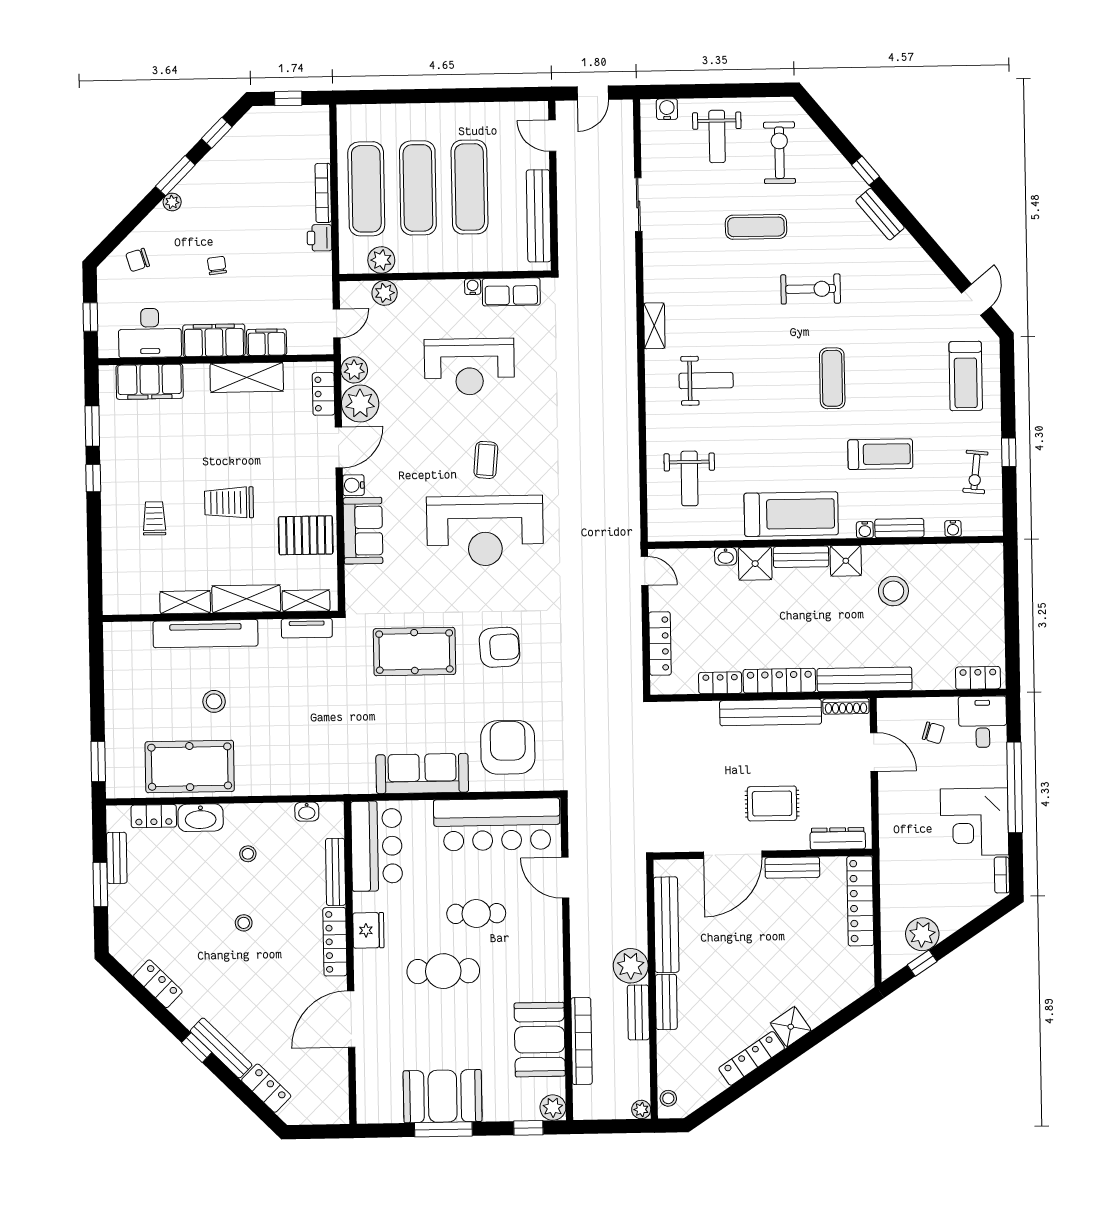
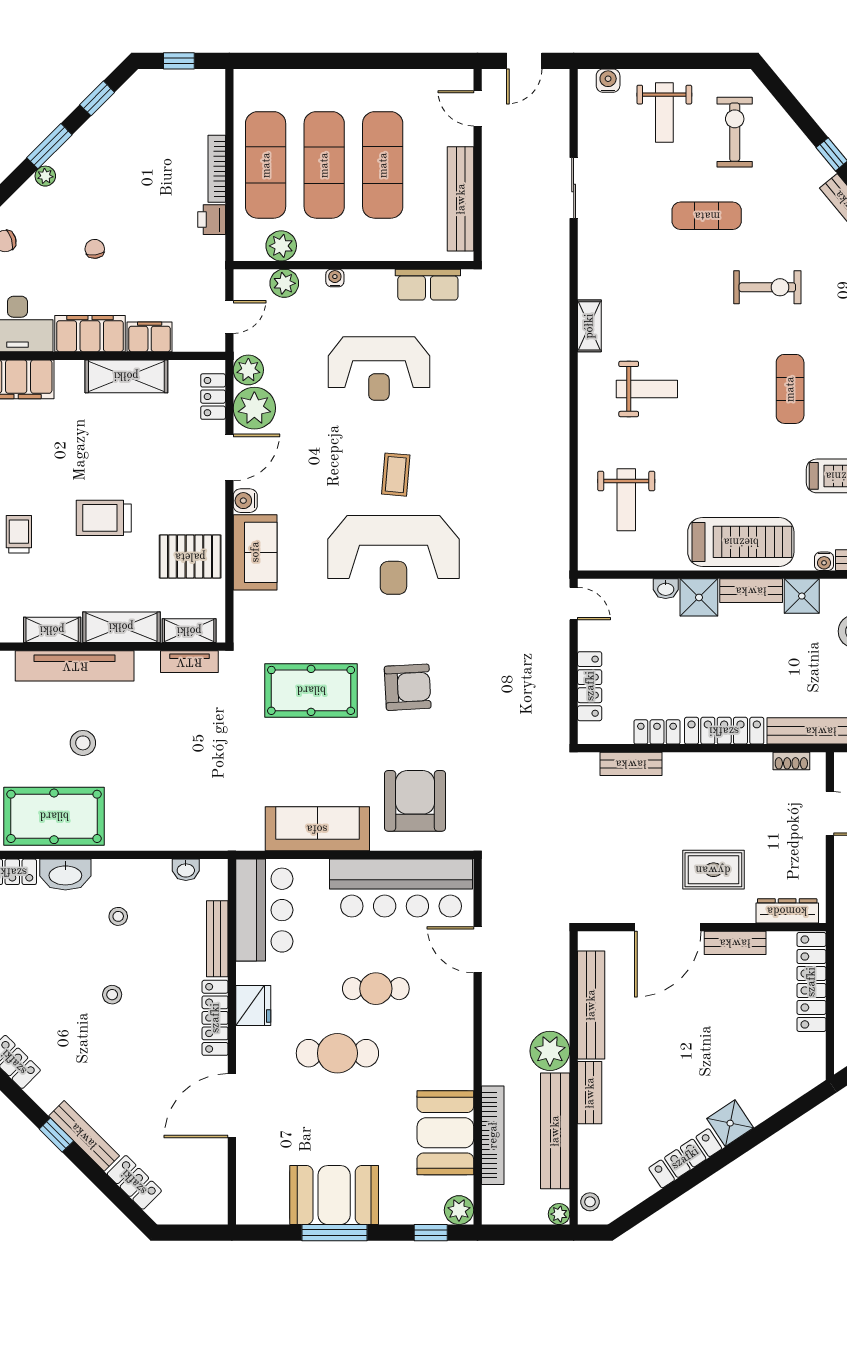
water cooler: (473, 287) -> (335, 278), moved
shoe rack: (846, 706) -> (791, 761), width x0.70
bench: (771, 712) -> (631, 764), moved, width x0.54, depth x0.82
bench: (638, 1012) -> (555, 1131), width x1.86, depth x1.21

